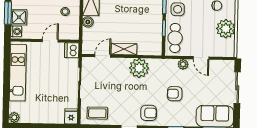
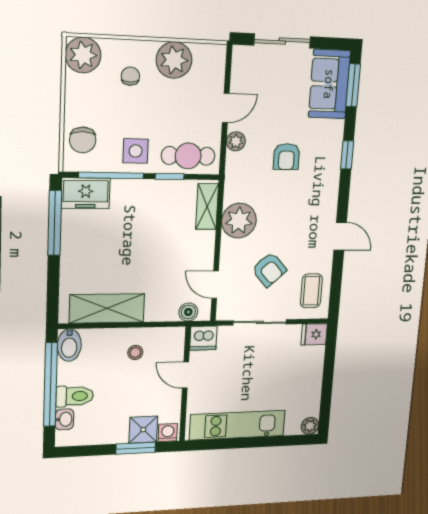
boiler: (88, 22) -> (188, 312), moved
shelving: (124, 49) -> (207, 207), moved
armchair: (149, 113) -> (269, 270), moved, turned 138

